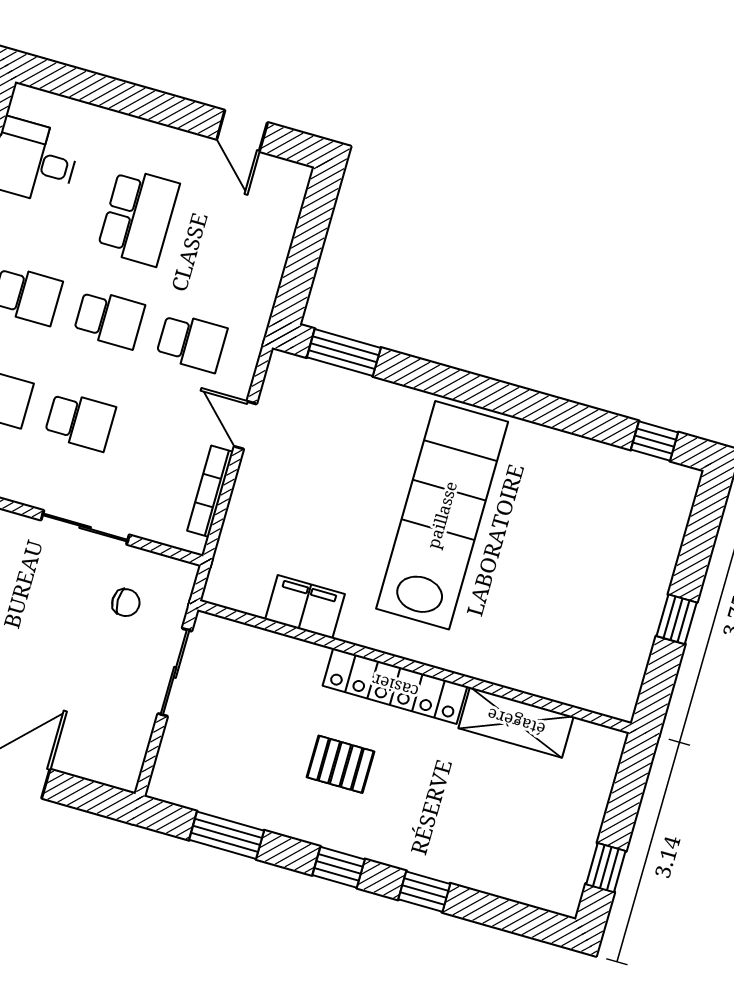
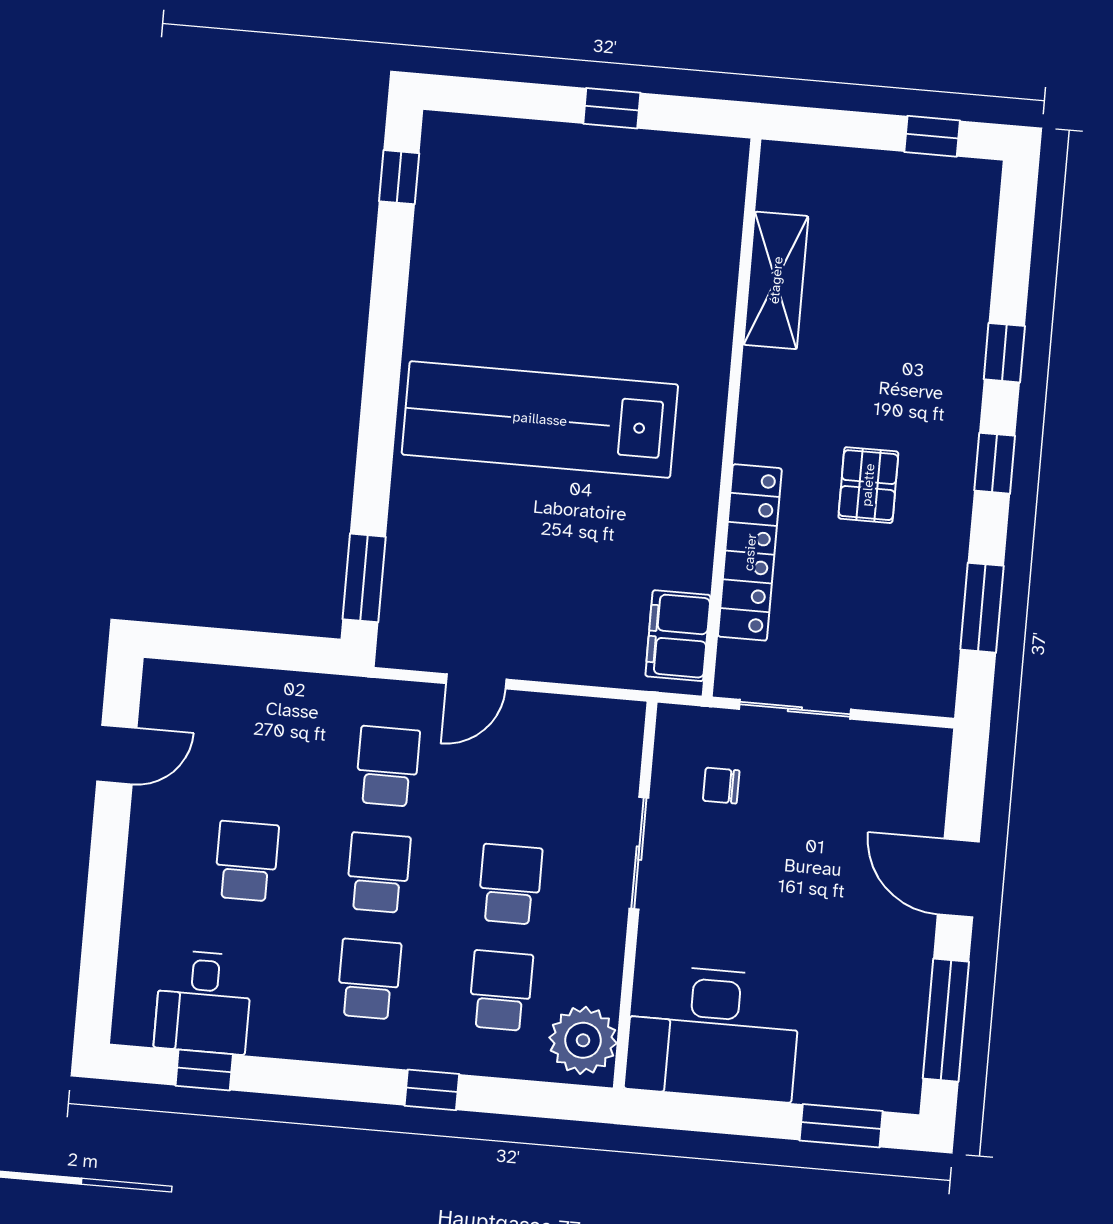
school desk: (138, 217) -> (247, 861), width x0.54
bookcase: (210, 491) -> (565, 709), removed
chair: (126, 603) -> (721, 786), turned -90
filing cabinet: (305, 607) -> (678, 636), moved
locker: (395, 686) -> (750, 552), moved

